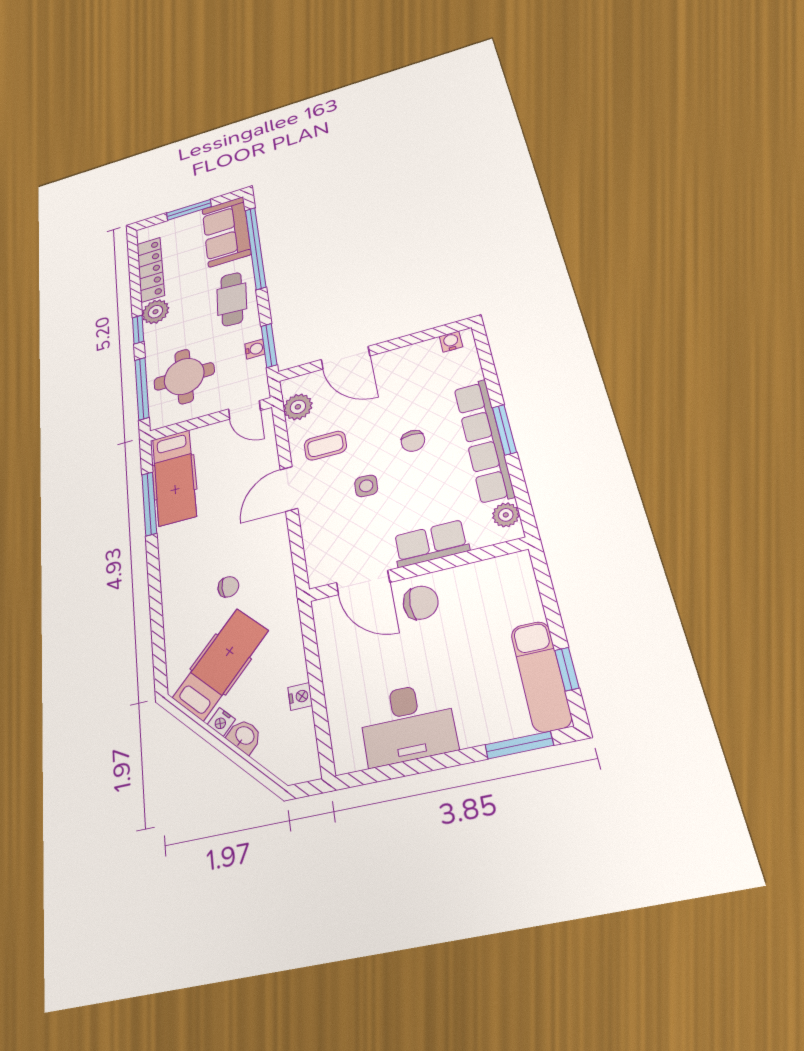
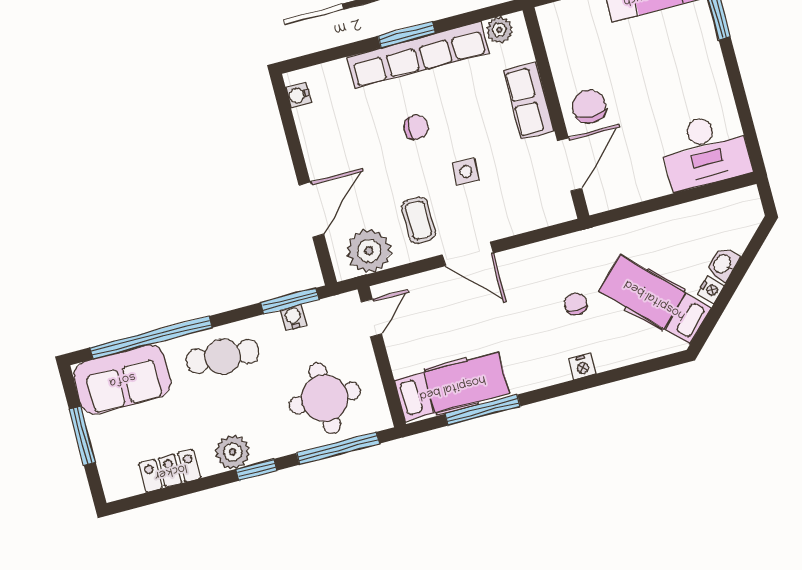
locker: (151, 270) -> (170, 471), width x0.66
plant: (298, 407) -> (369, 251), width x1.36, depth x1.36
nightstand: (300, 696) -> (582, 366), moved, turned 180
desk: (407, 724) -> (705, 151), moved, turned 90

